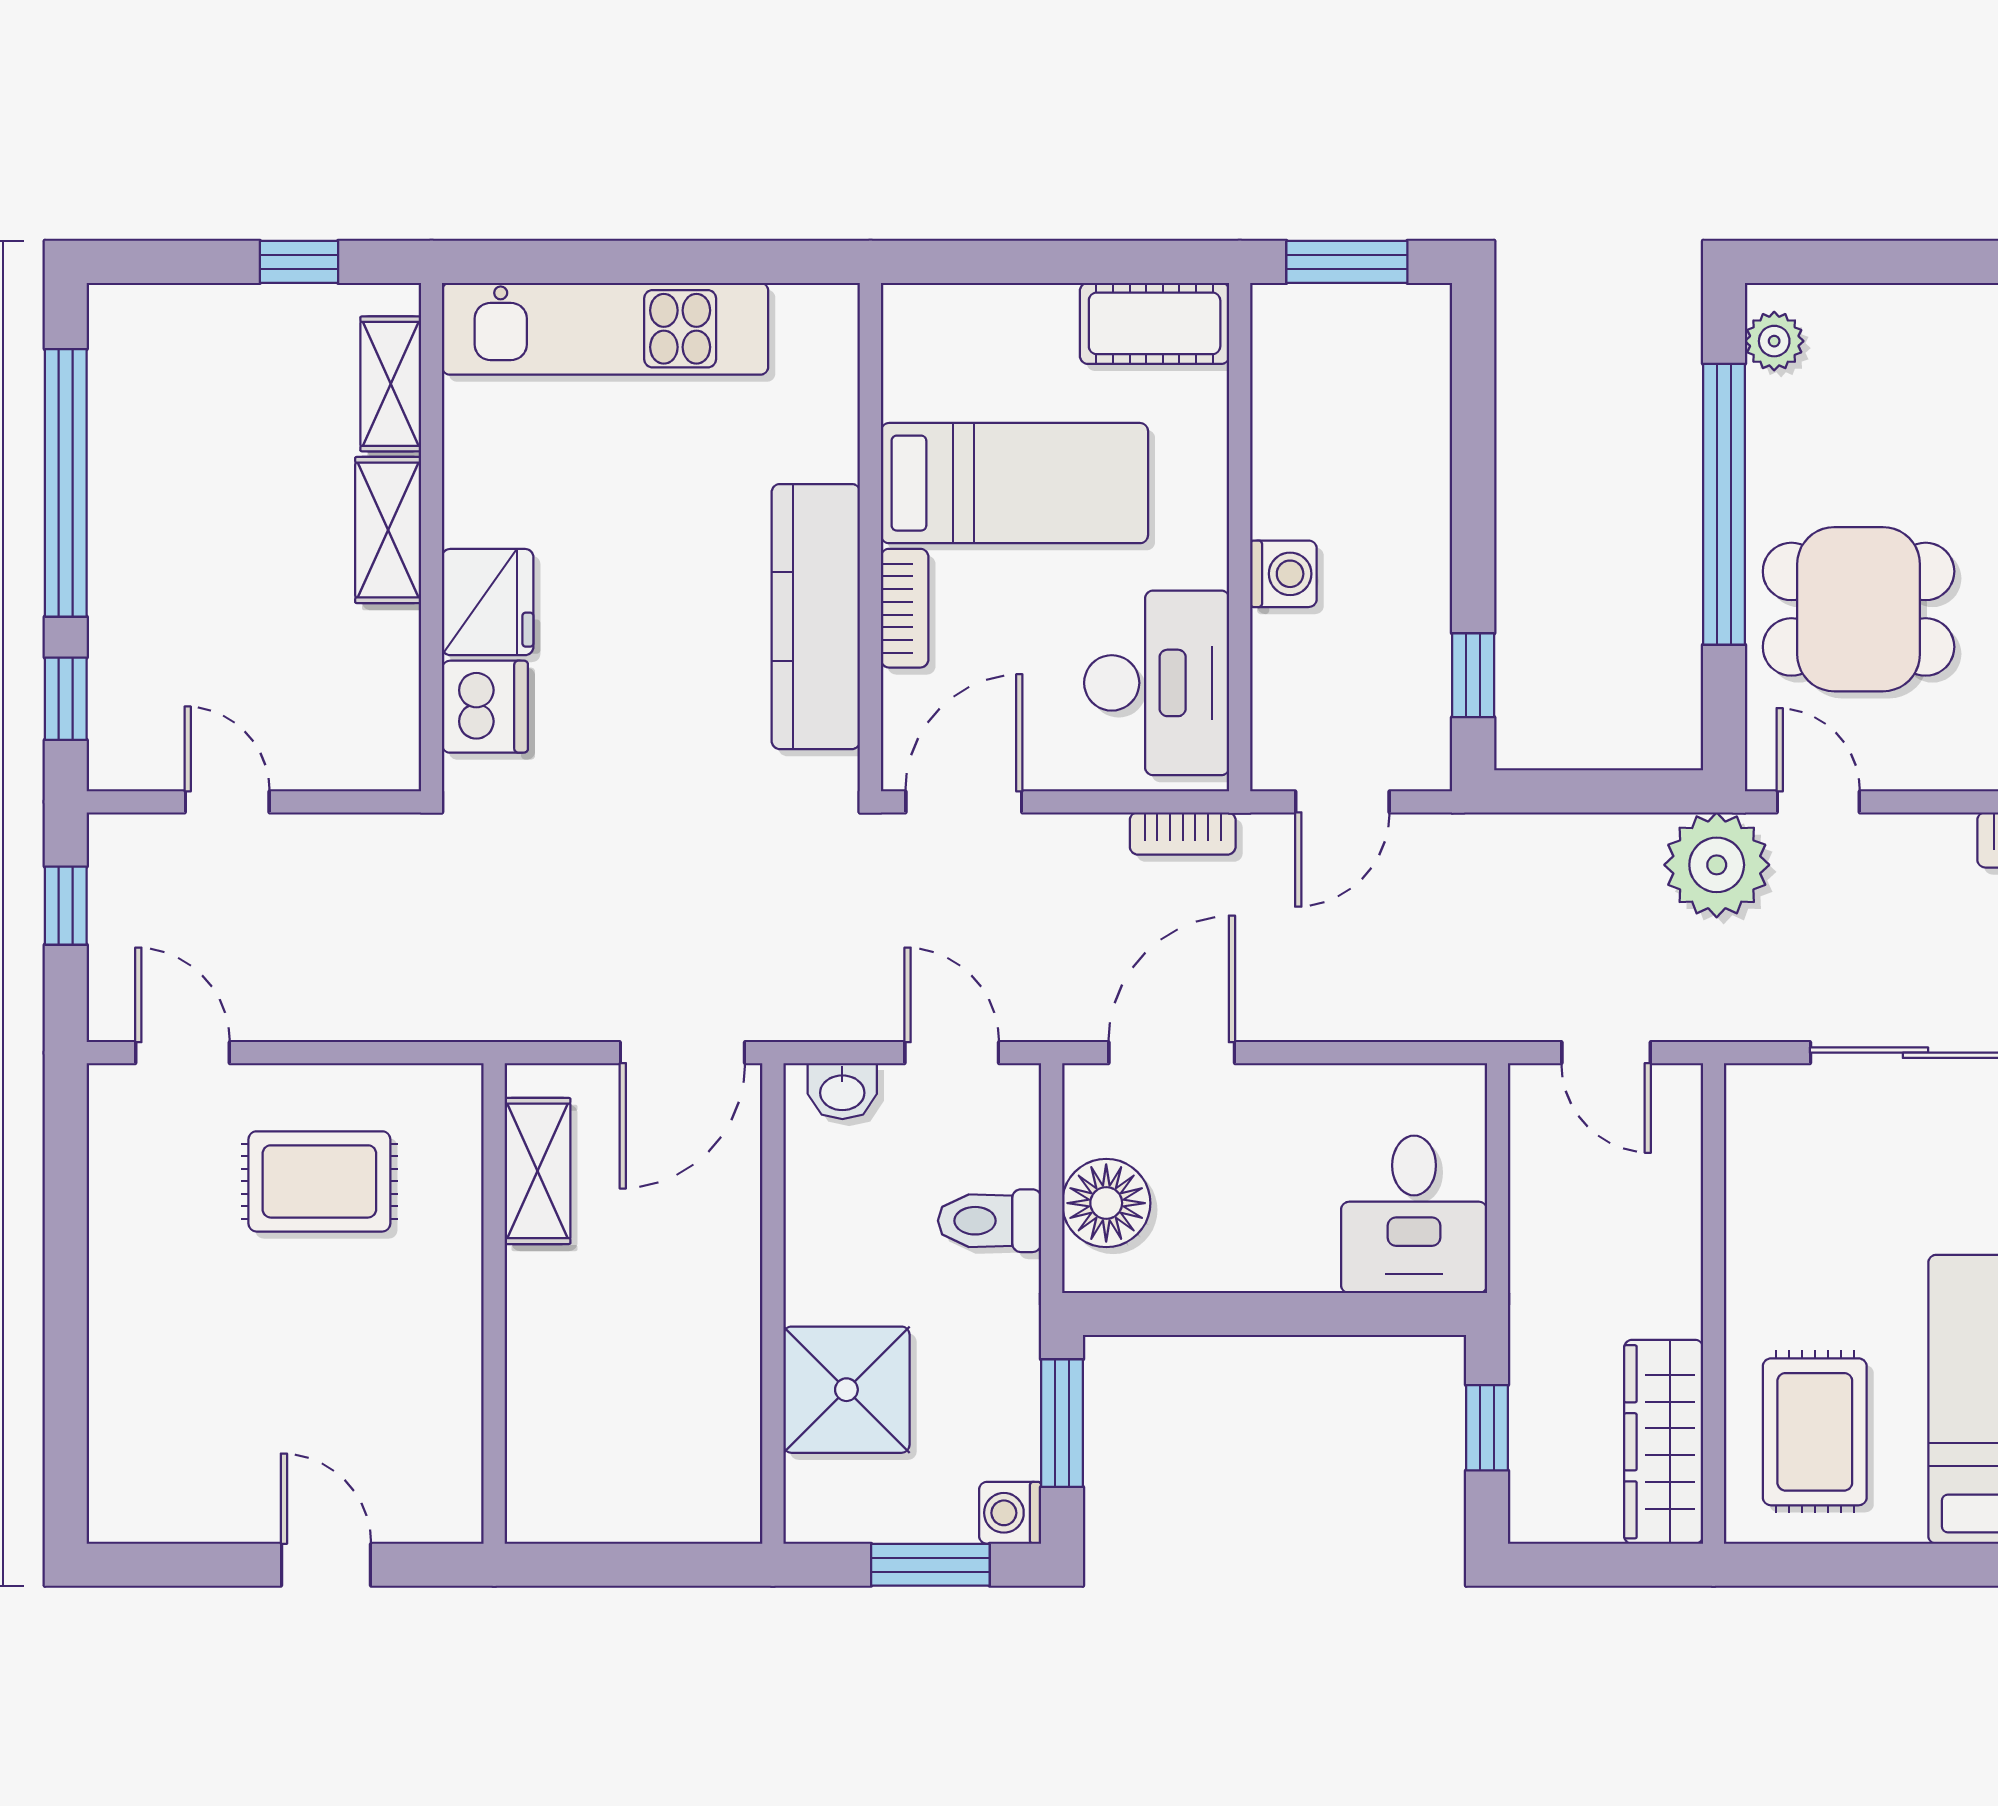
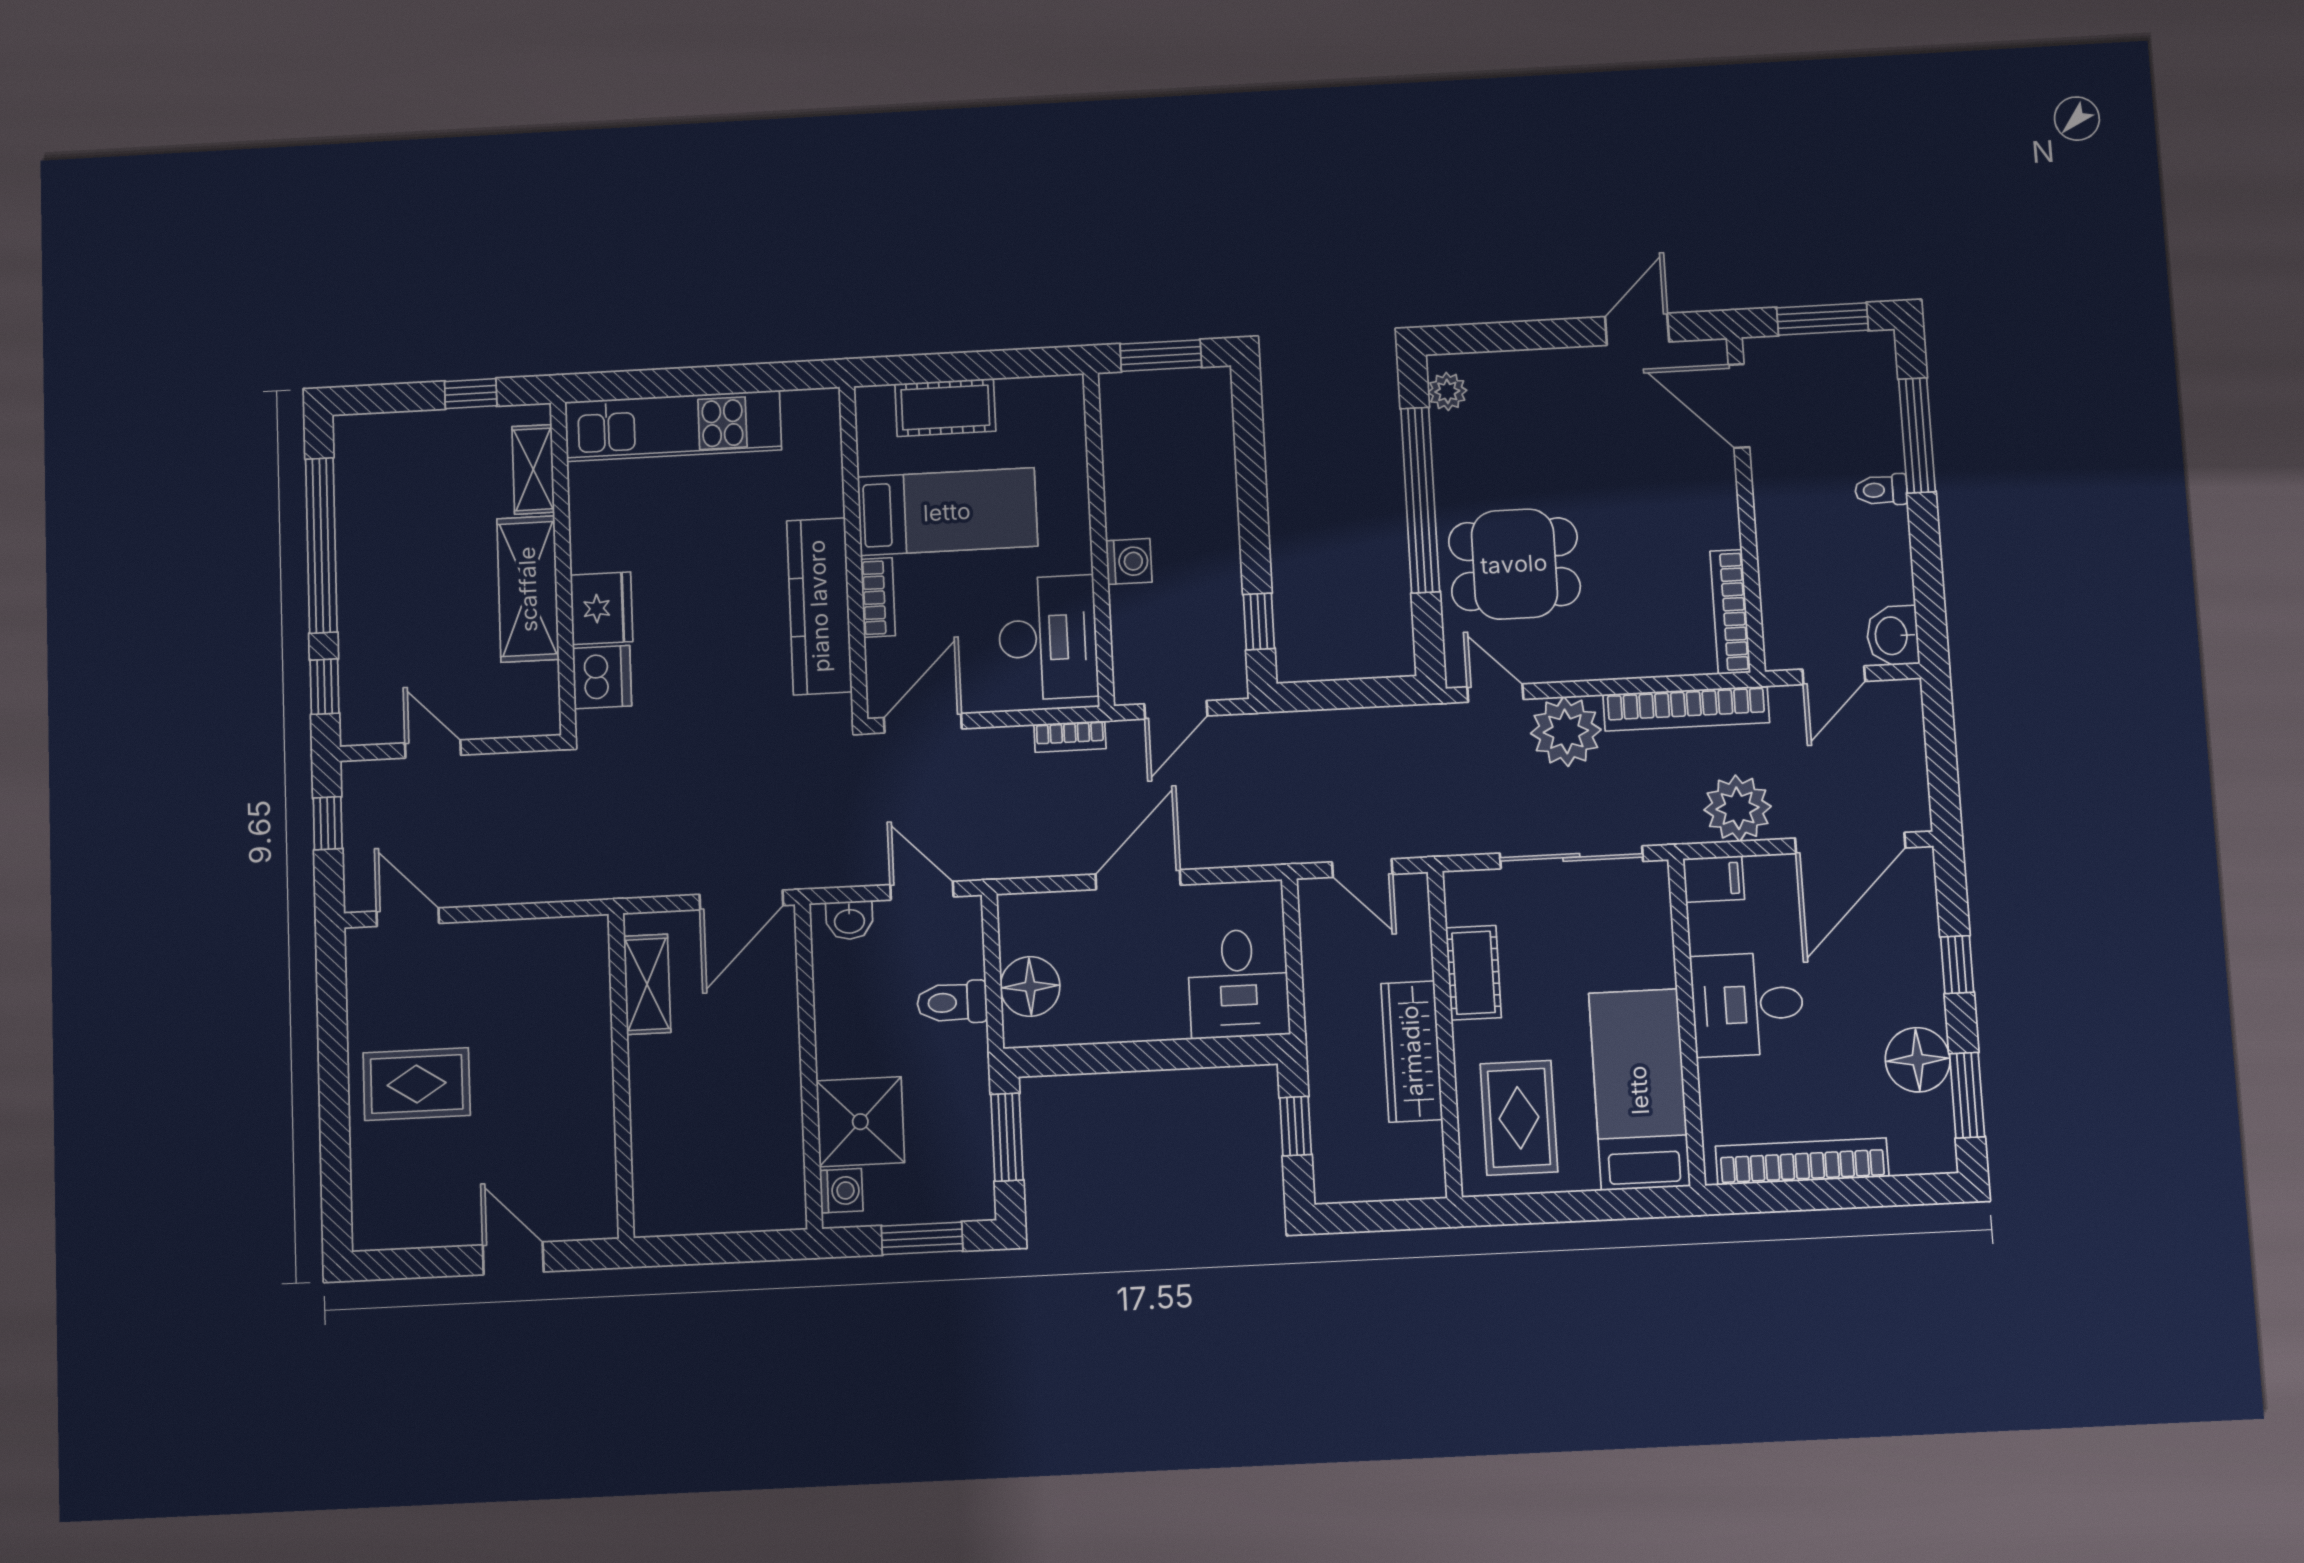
cot: (1155, 323) -> (945, 407), moved
shelving: (388, 530) -> (528, 589), width x1.50, depth x1.33
plant: (1717, 865) -> (1566, 731), moved
door: (1172, 1053) -> (1138, 880), moved
rug: (319, 1181) -> (417, 1084), moved
cot: (1761, 1216) -> (1473, 973), added
wardrobe: (1664, 1442) -> (1412, 1051), moved
washing machine: (1010, 1513) -> (841, 1191), moved, turned 180

